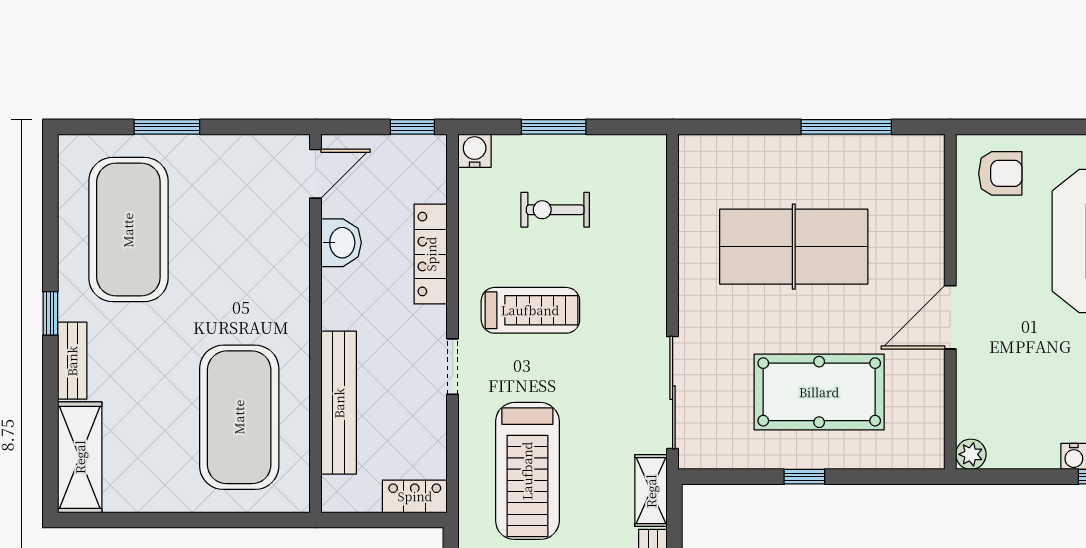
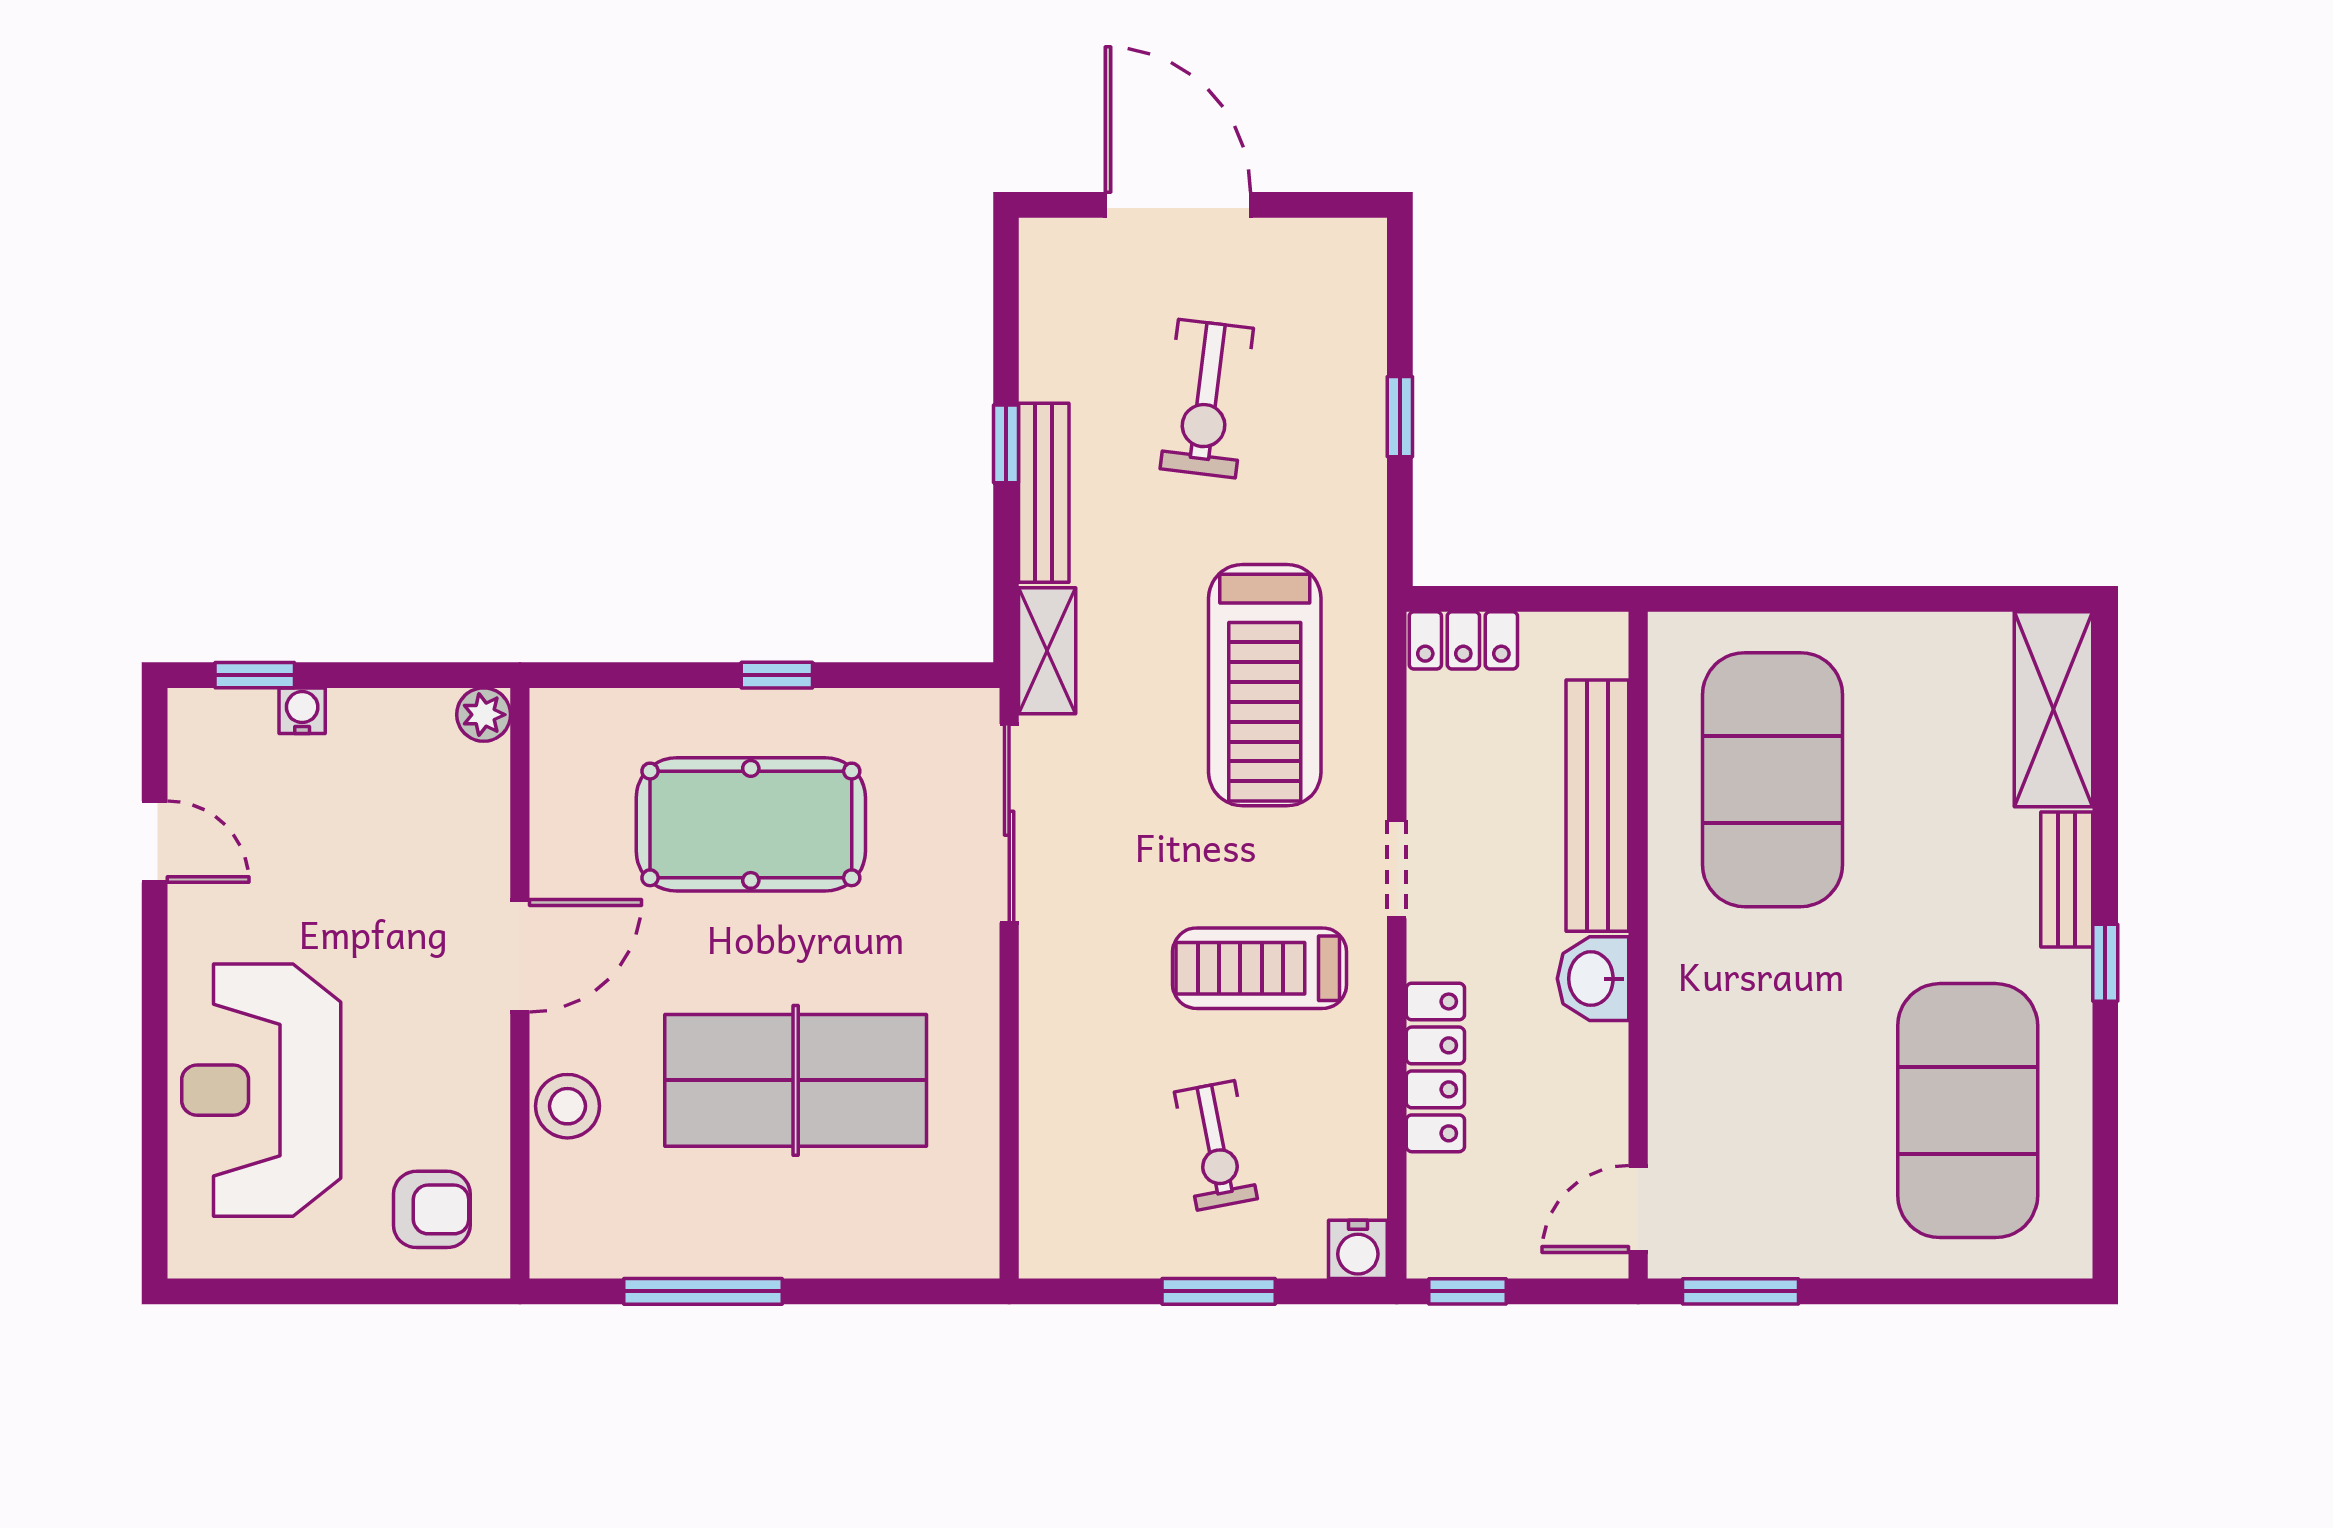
window: (167, 127) -> (1741, 1291), moved
armchair: (1000, 173) -> (432, 1209), turned 180
exercise bike: (555, 210) -> (1216, 1145), turned 79
stool: (923, 232) -> (567, 1106), added
washbasin: (341, 243) -> (1593, 979), moved
treadmill: (527, 471) -> (1265, 685), turned 180

